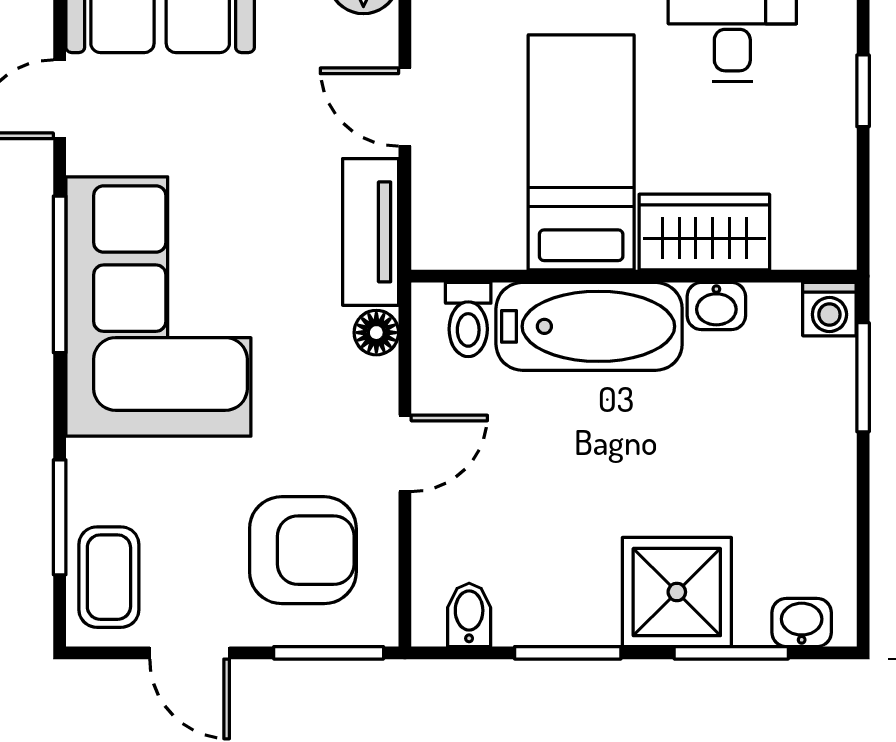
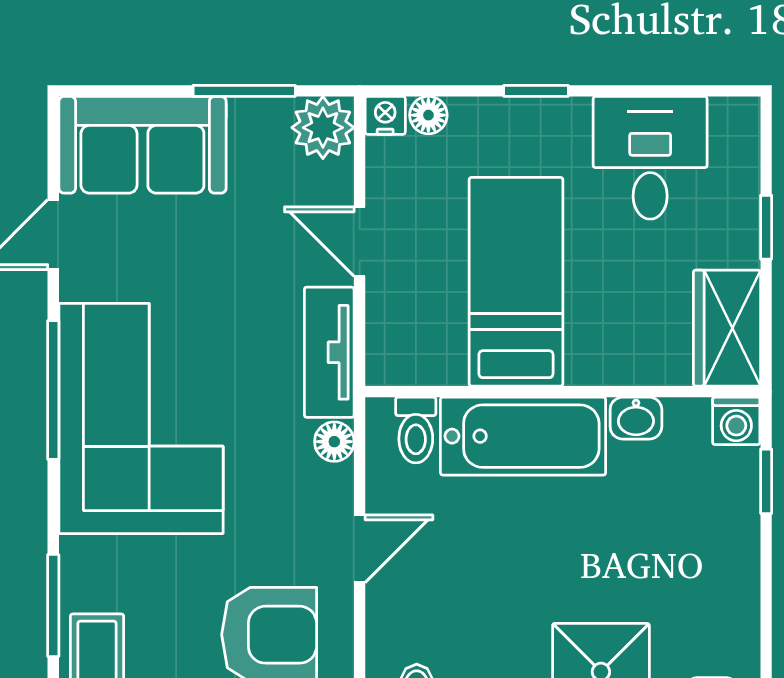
wardrobe: (704, 232) -> (727, 328), moved, turned -90
window: (863, 377) -> (766, 481), width x0.67

